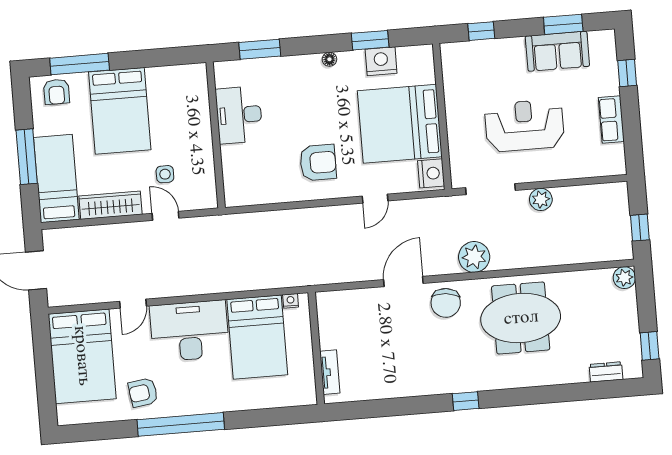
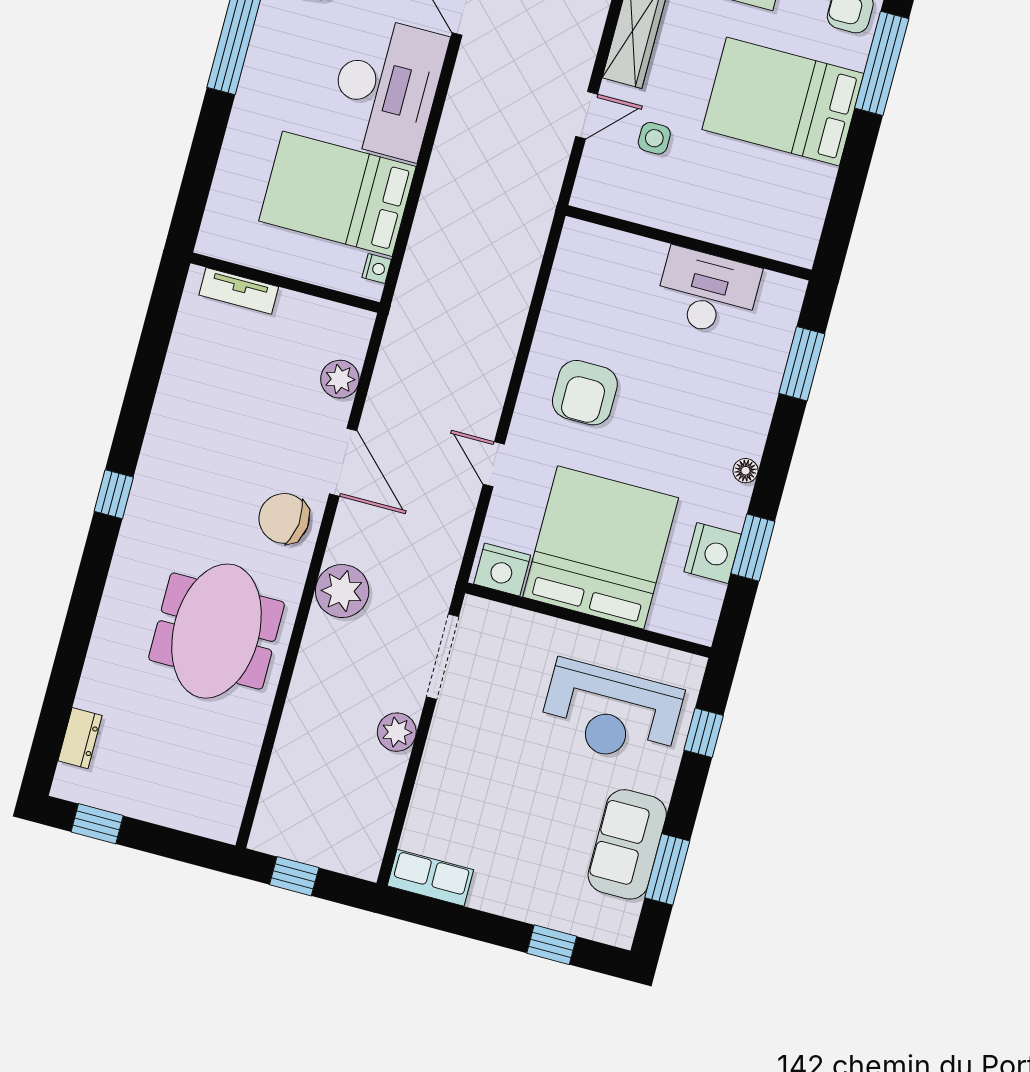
row of seats: (611, 120) -> (430, 878), moved
reception desk: (524, 126) -> (611, 713), moved, turned 90
plant: (624, 278) -> (340, 379), moved

